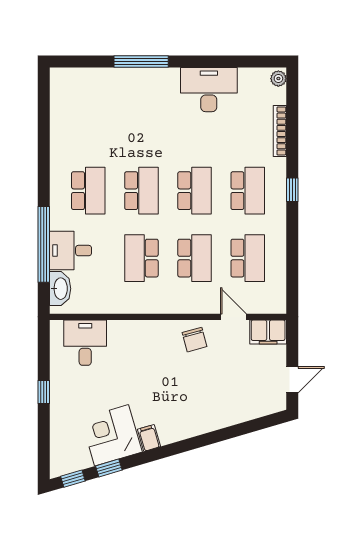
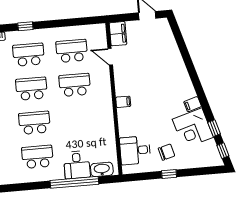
school desk: (141, 258) -> (78, 119), removed
door: (233, 317) -> (110, 57), hinge flipped
filing cabinet: (162, 331) -> (123, 102), added
chair: (195, 340) -> (166, 152), moved

